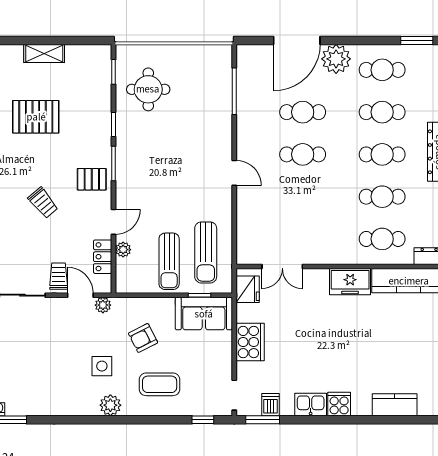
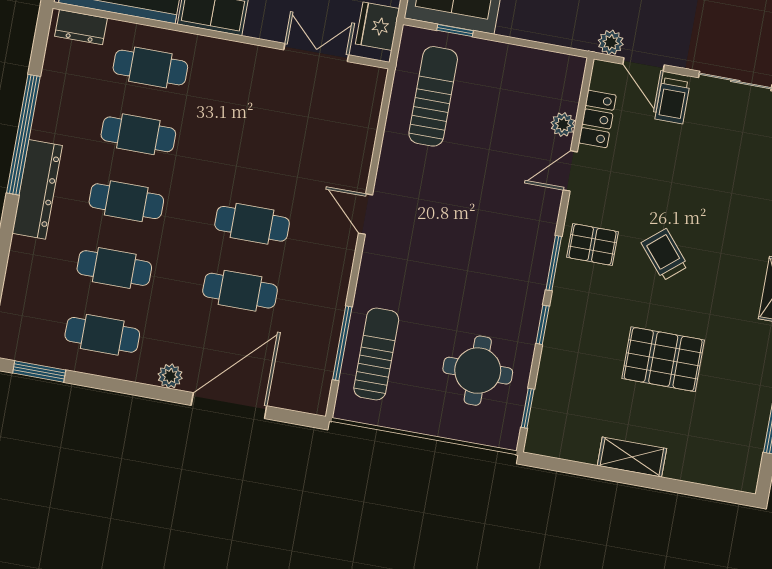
plant: (336, 59) -> (170, 376), width x0.53, depth x0.53
trolley: (43, 203) -> (665, 255), moved
sun lounger: (169, 261) -> (376, 354), moved

